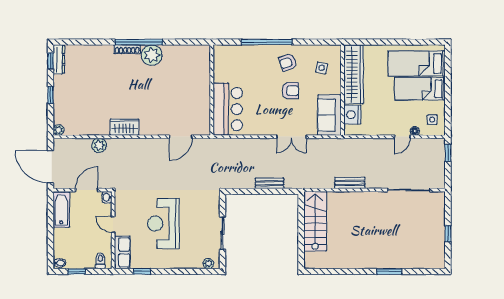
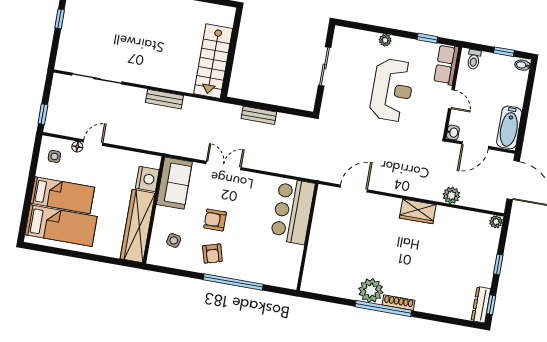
armchair: (288, 62) -> (212, 254), turned 92
plant: (208, 264) -> (385, 40), moved

